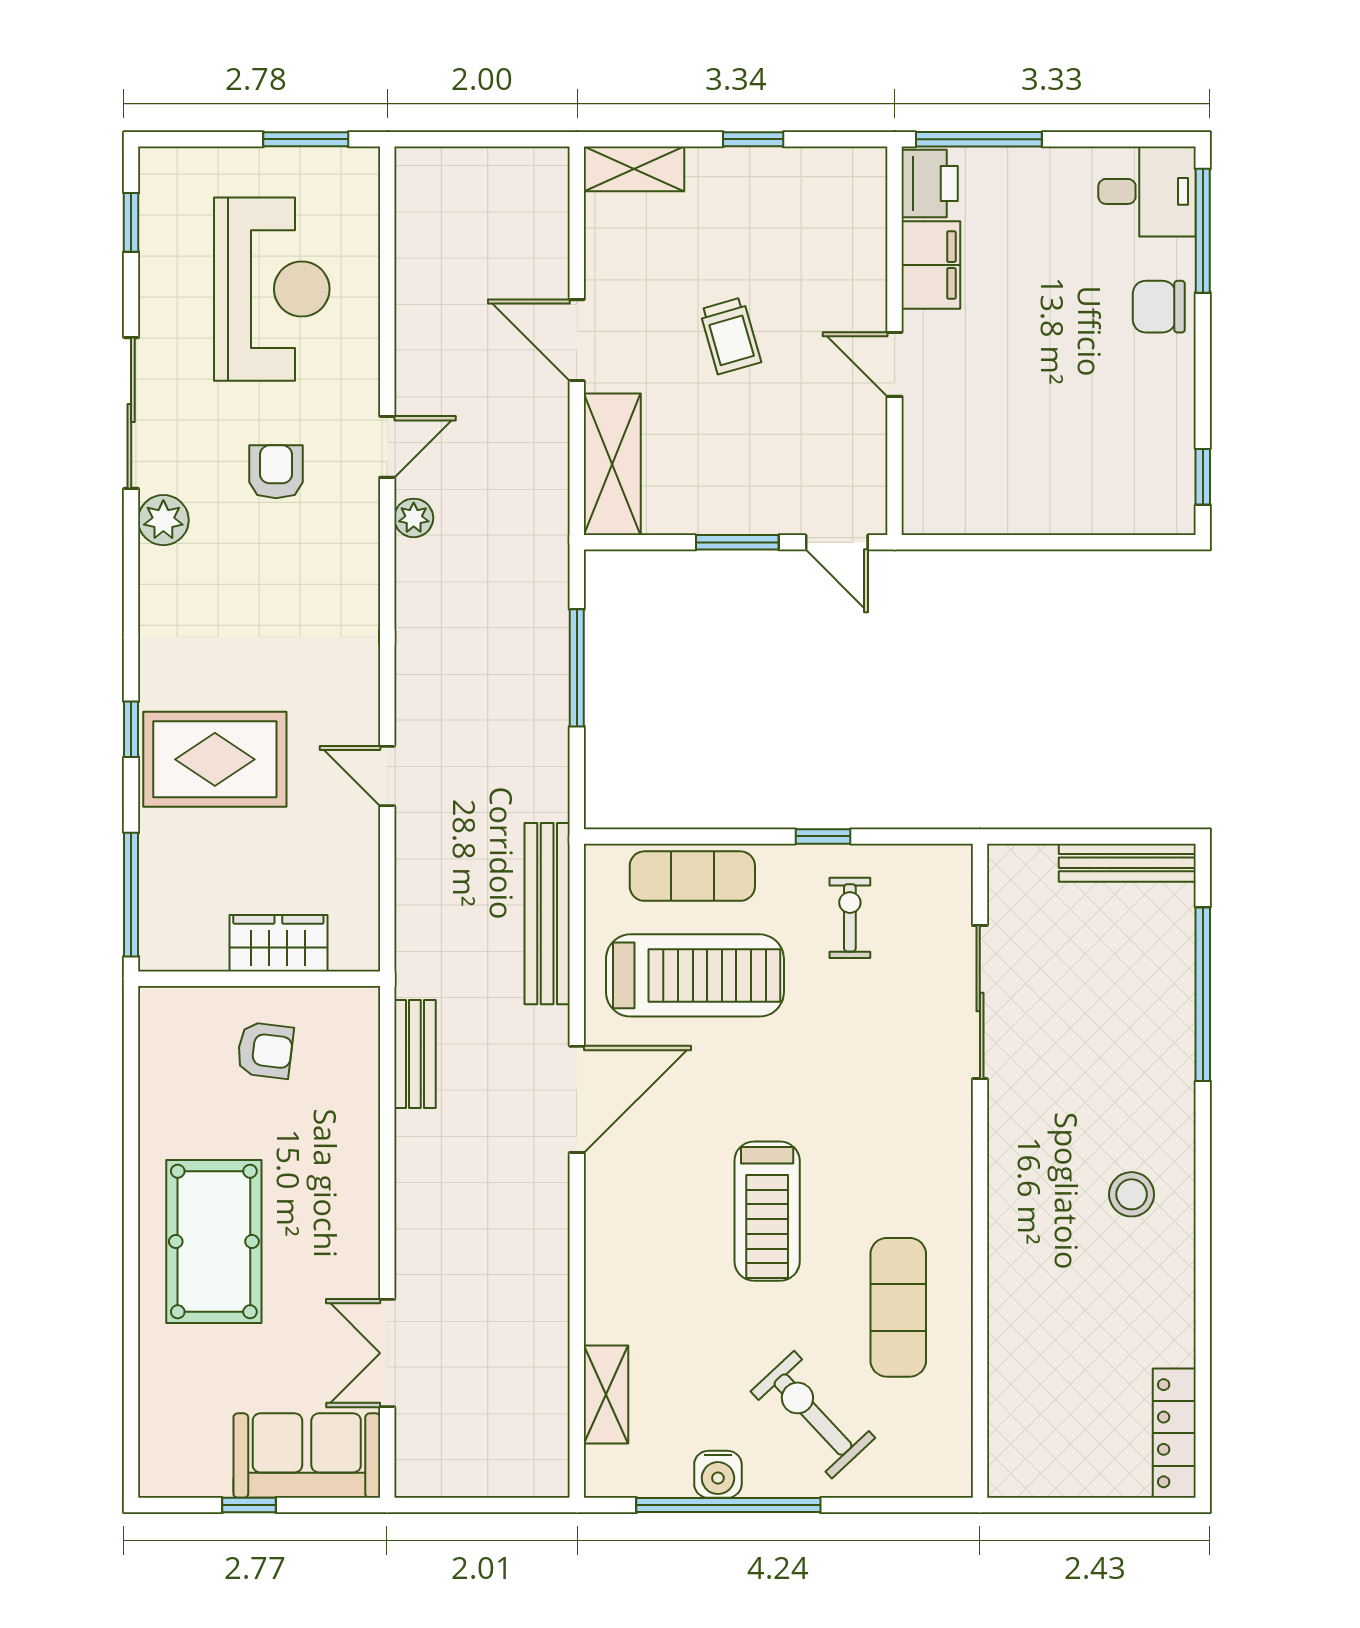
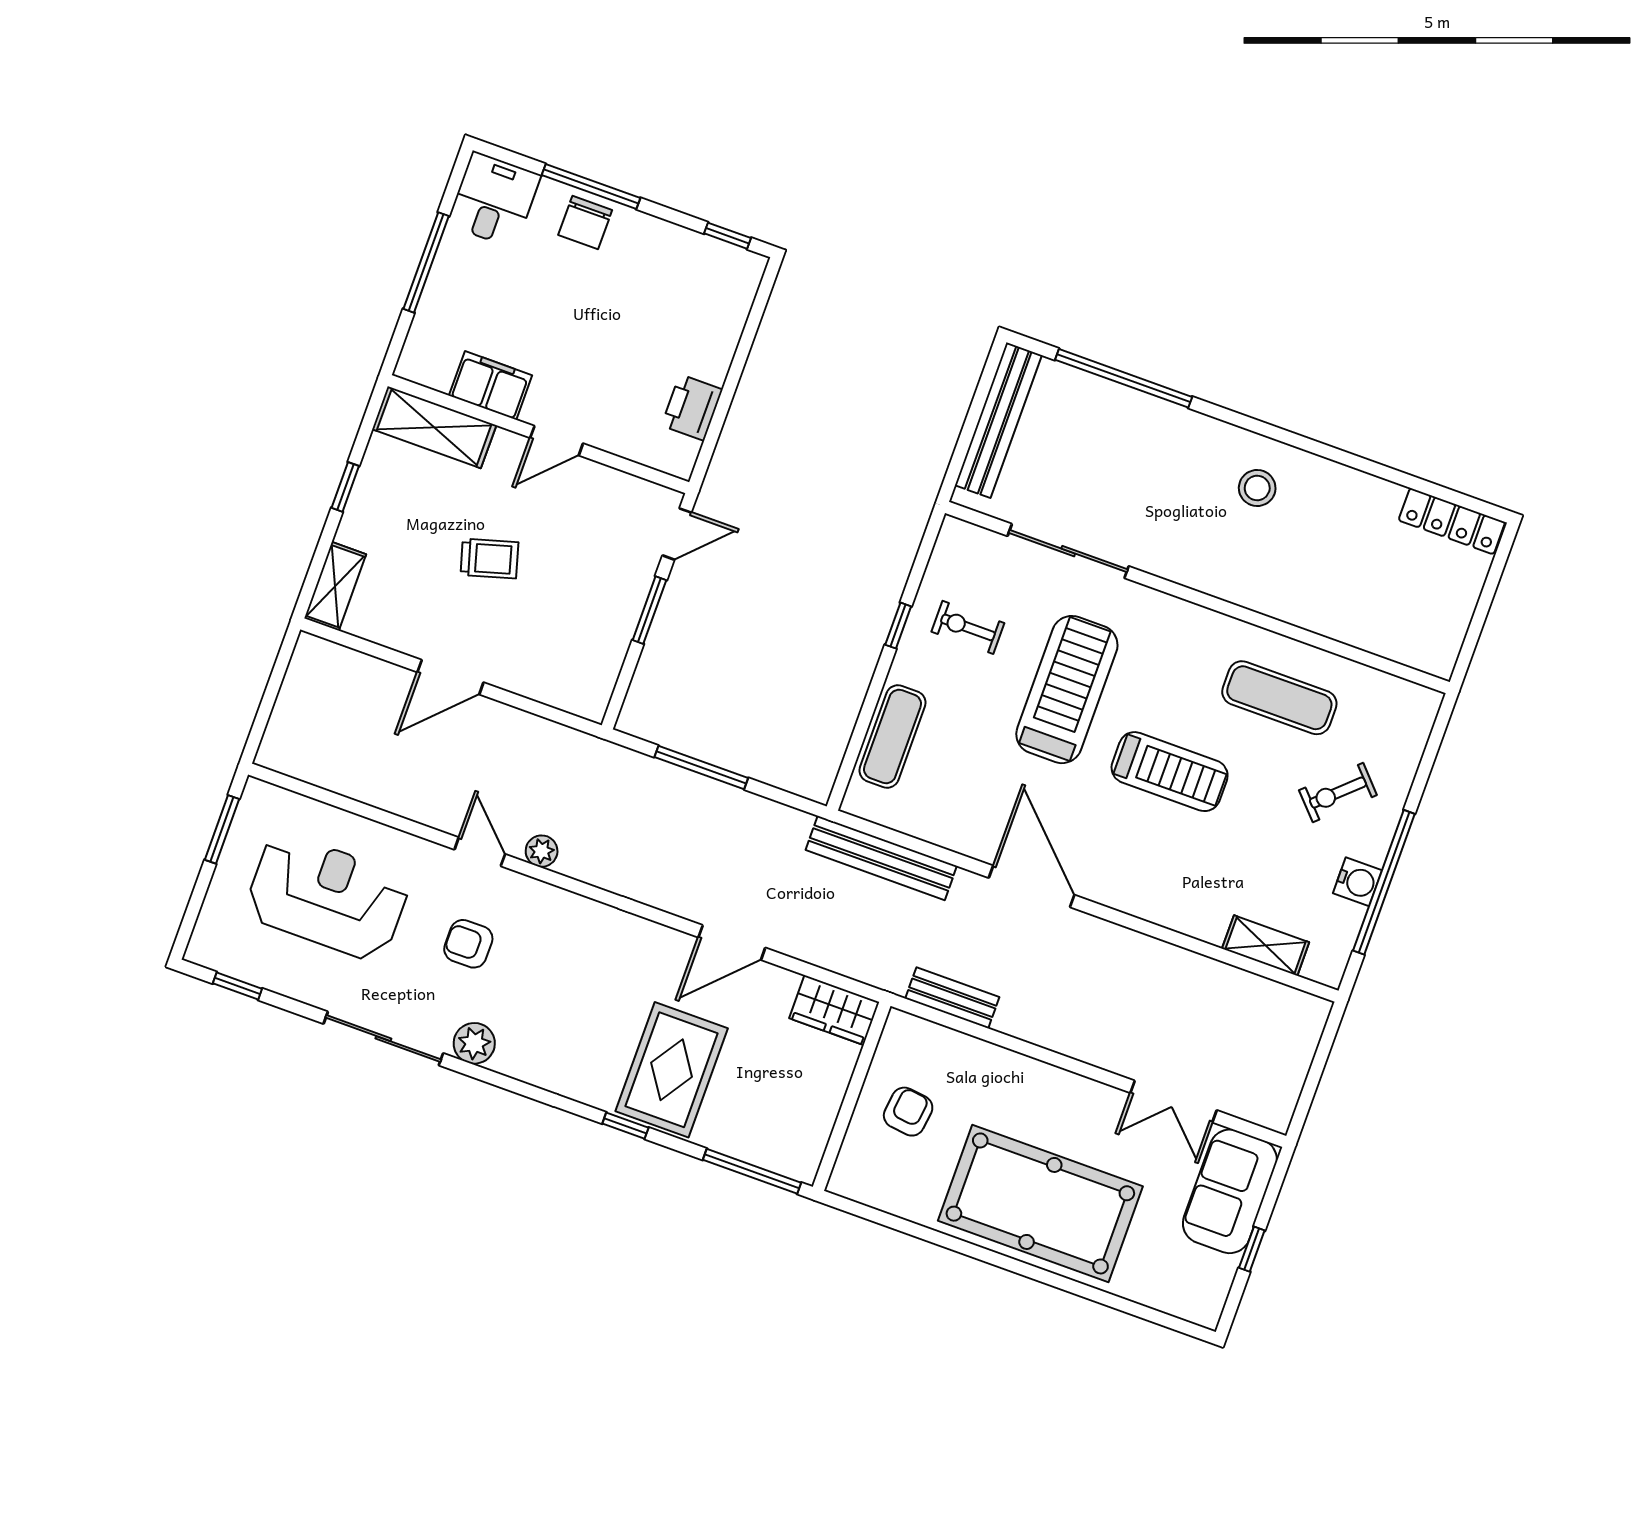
window: (979, 139) -> (426, 262), moved
printer: (930, 183) -> (692, 408), moved, turned -90
window: (1203, 231) -> (591, 187), moved
shelving: (612, 464) -> (434, 427), moved
door: (387, 776) -> (732, 943), width x1.38
bench: (1127, 863) -> (998, 420), width x1.37, depth x1.21
wardrobe: (278, 943) -> (834, 1010), moved, turned -90
treadmill: (695, 975) -> (1067, 690), moved
pool table: (214, 1242) -> (1040, 1203), width x1.36, depth x1.32
exercise bike: (813, 1415) -> (1338, 793), width x0.73, depth x0.72

